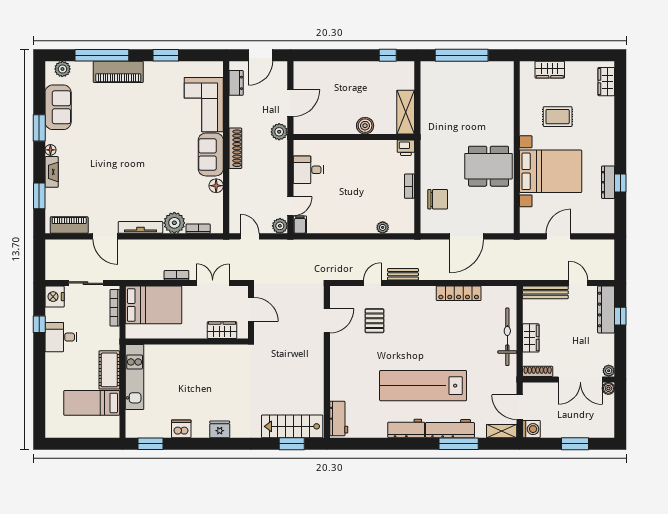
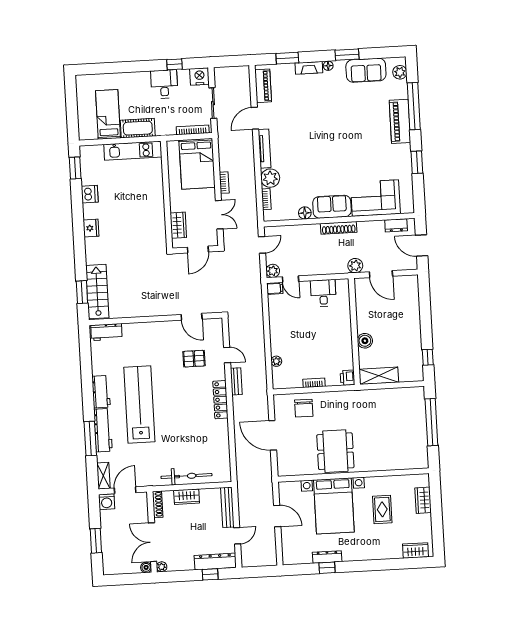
locker: (459, 293) -> (220, 400), moved

